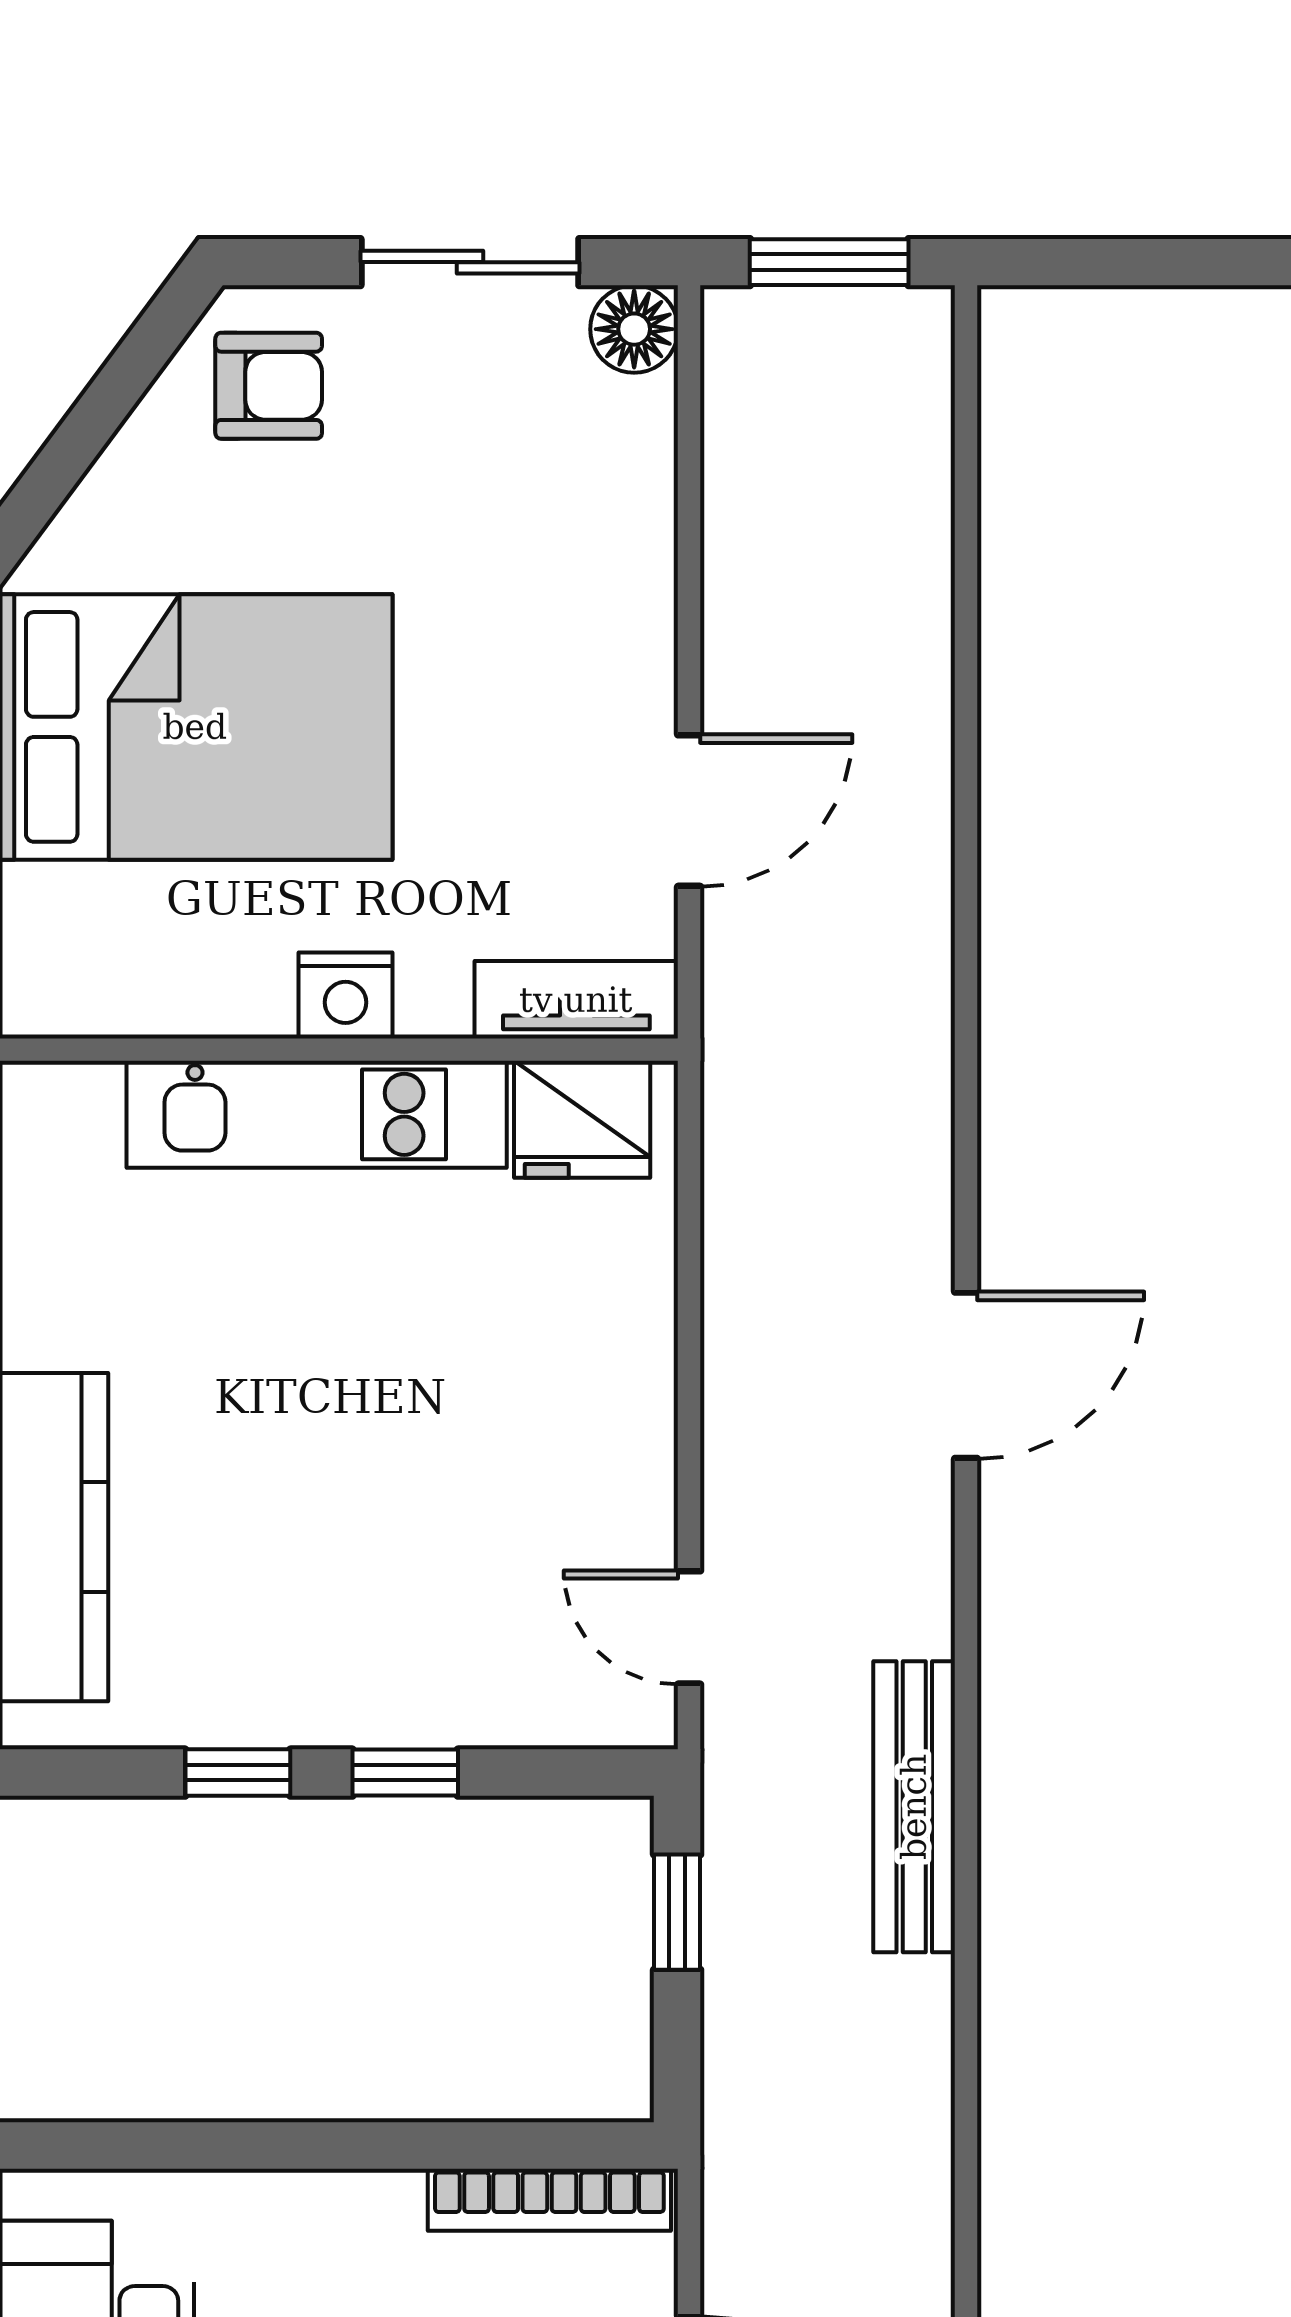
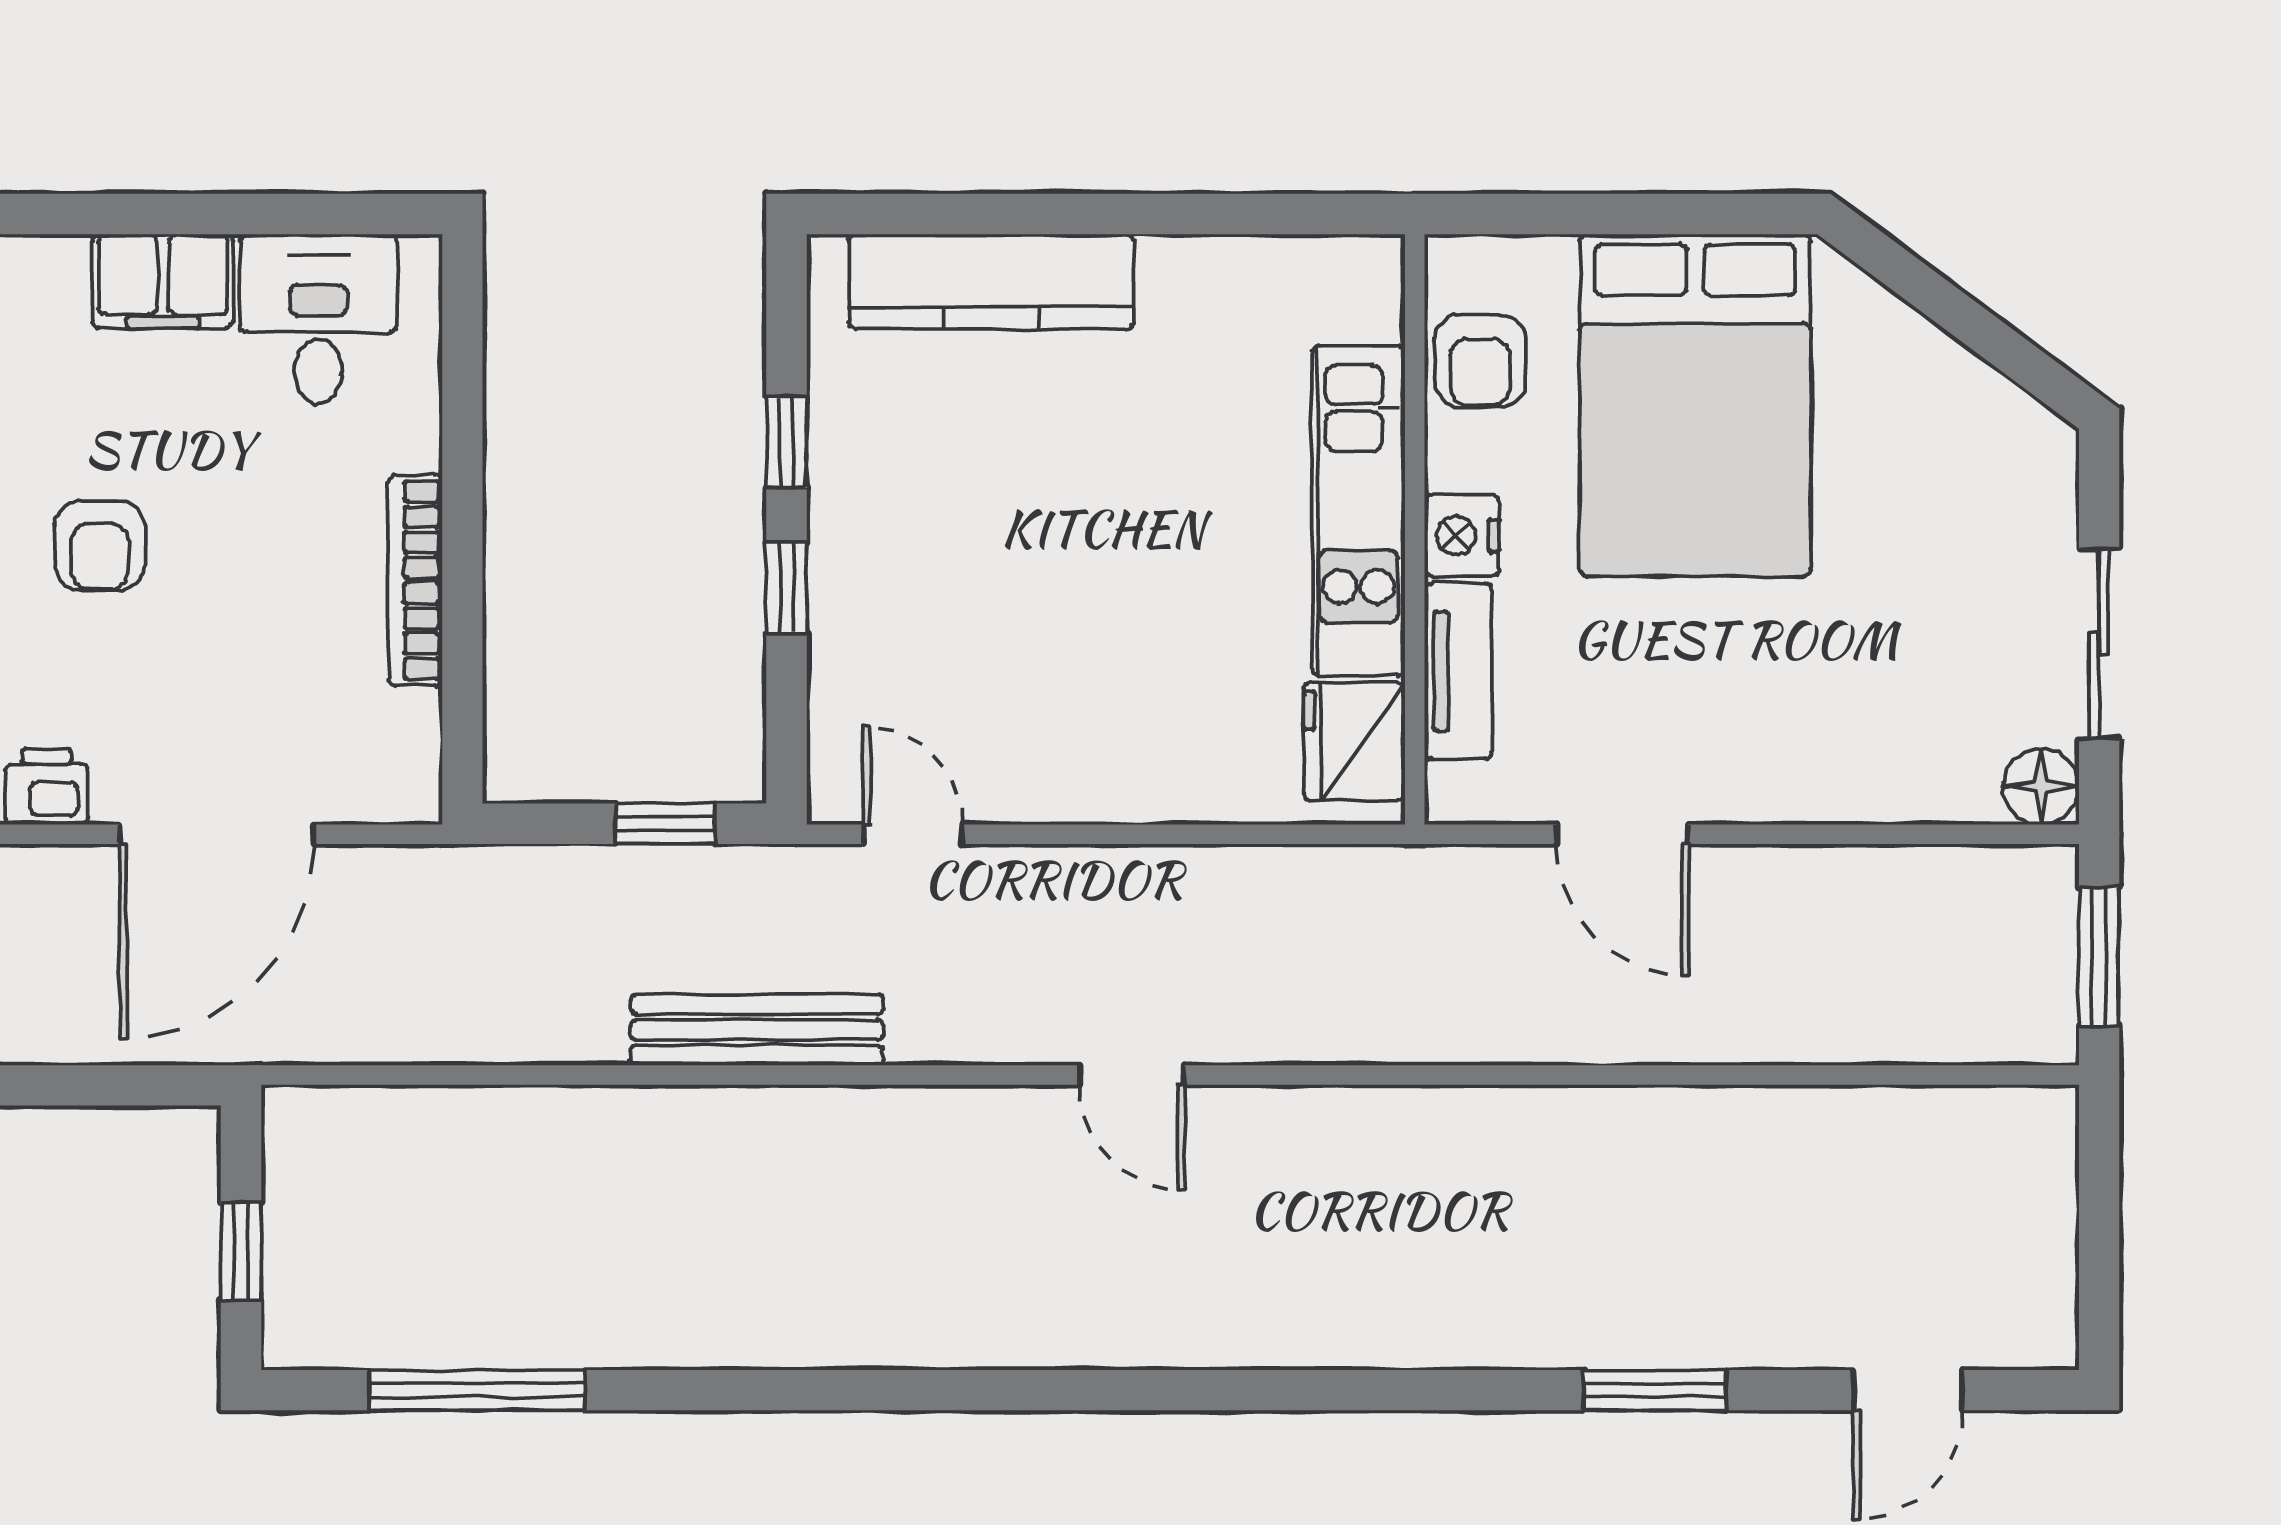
armchair: (269, 386) -> (1480, 361), moved
tv unit: (576, 1000) -> (1458, 671), moved
door: (966, 1375) -> (1132, 1075), width x0.73
door: (689, 1627) -> (913, 834), hinge flipped
bookcase: (549, 2200) -> (415, 580), moved

